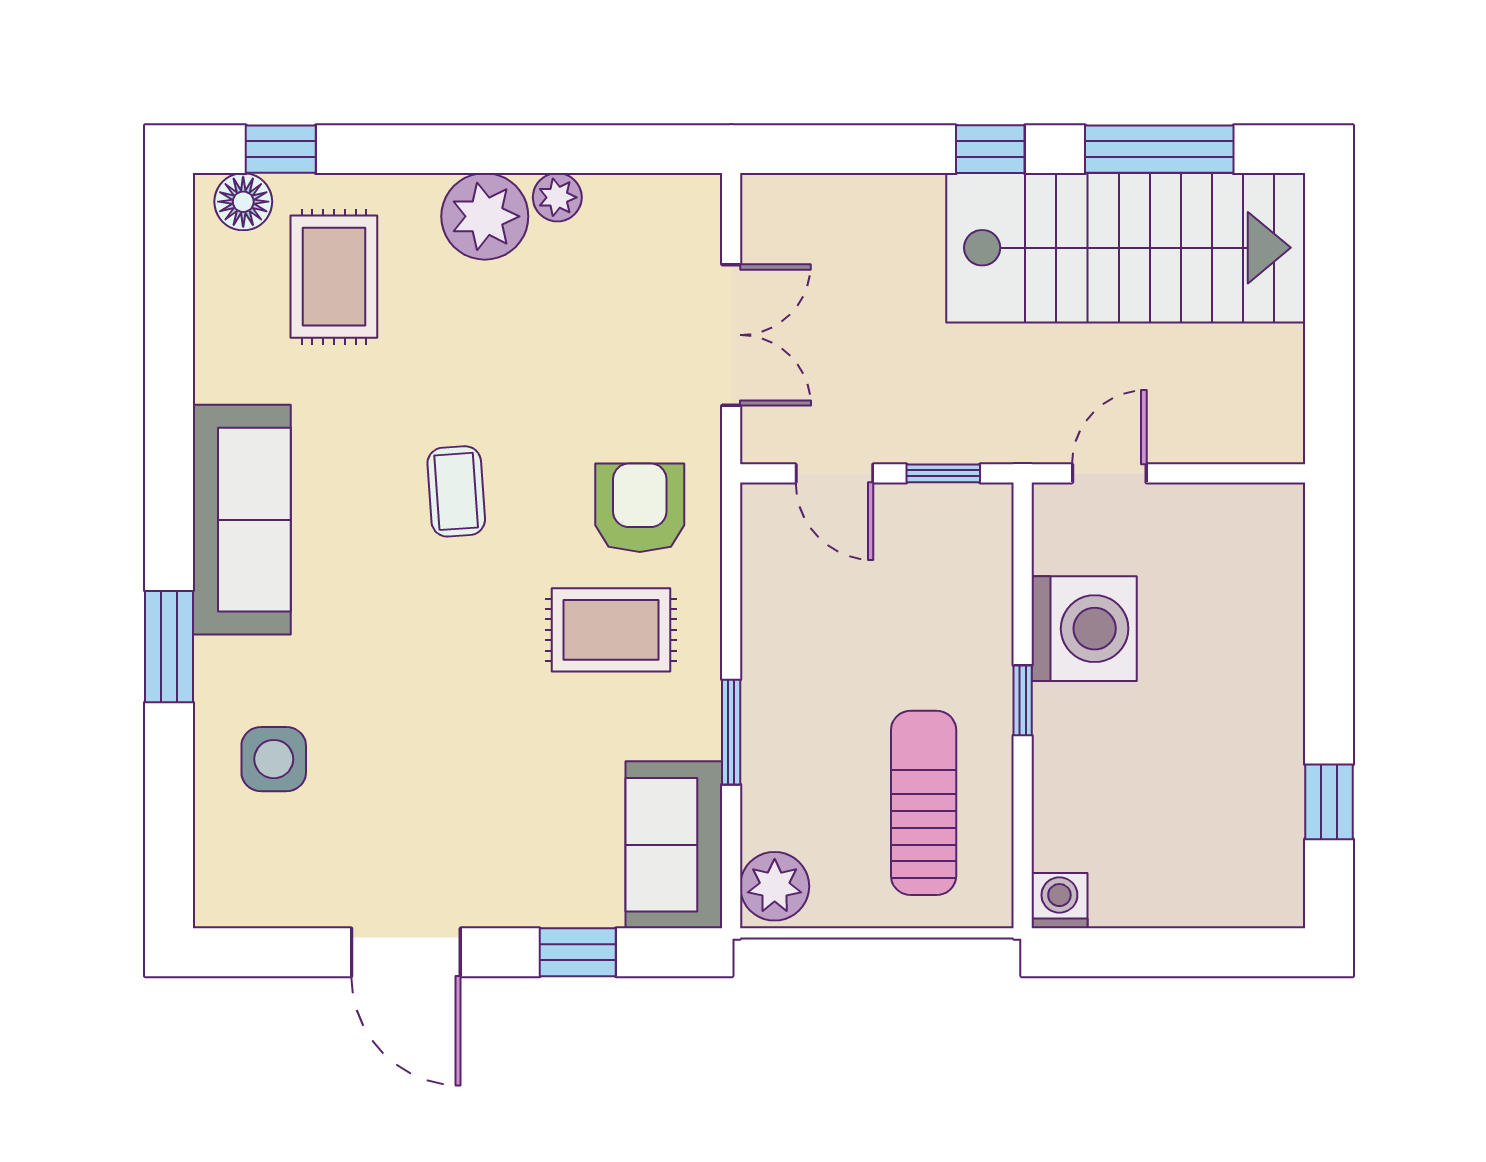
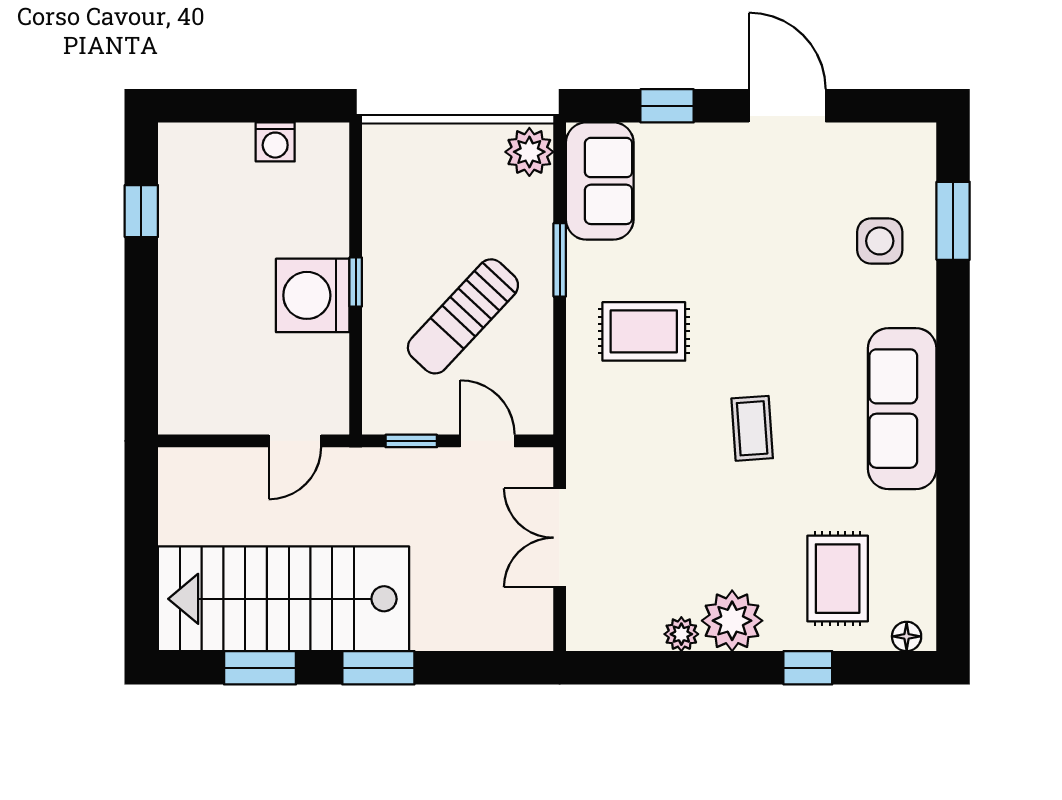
window: (281, 149) -> (808, 668), moved
window: (990, 149) -> (378, 668), width x1.50
window: (1159, 149) -> (260, 668), width x0.69
floor lamp: (243, 202) -> (907, 636), width x0.73, depth x0.73
armchair: (640, 508) -> (624, 417), removed
washing machine: (1084, 629) -> (313, 295), moved
window: (169, 647) -> (953, 221), moved
sun lounger: (924, 803) -> (463, 316), moved, turned 43
washing machine: (1059, 901) -> (275, 142), moved

